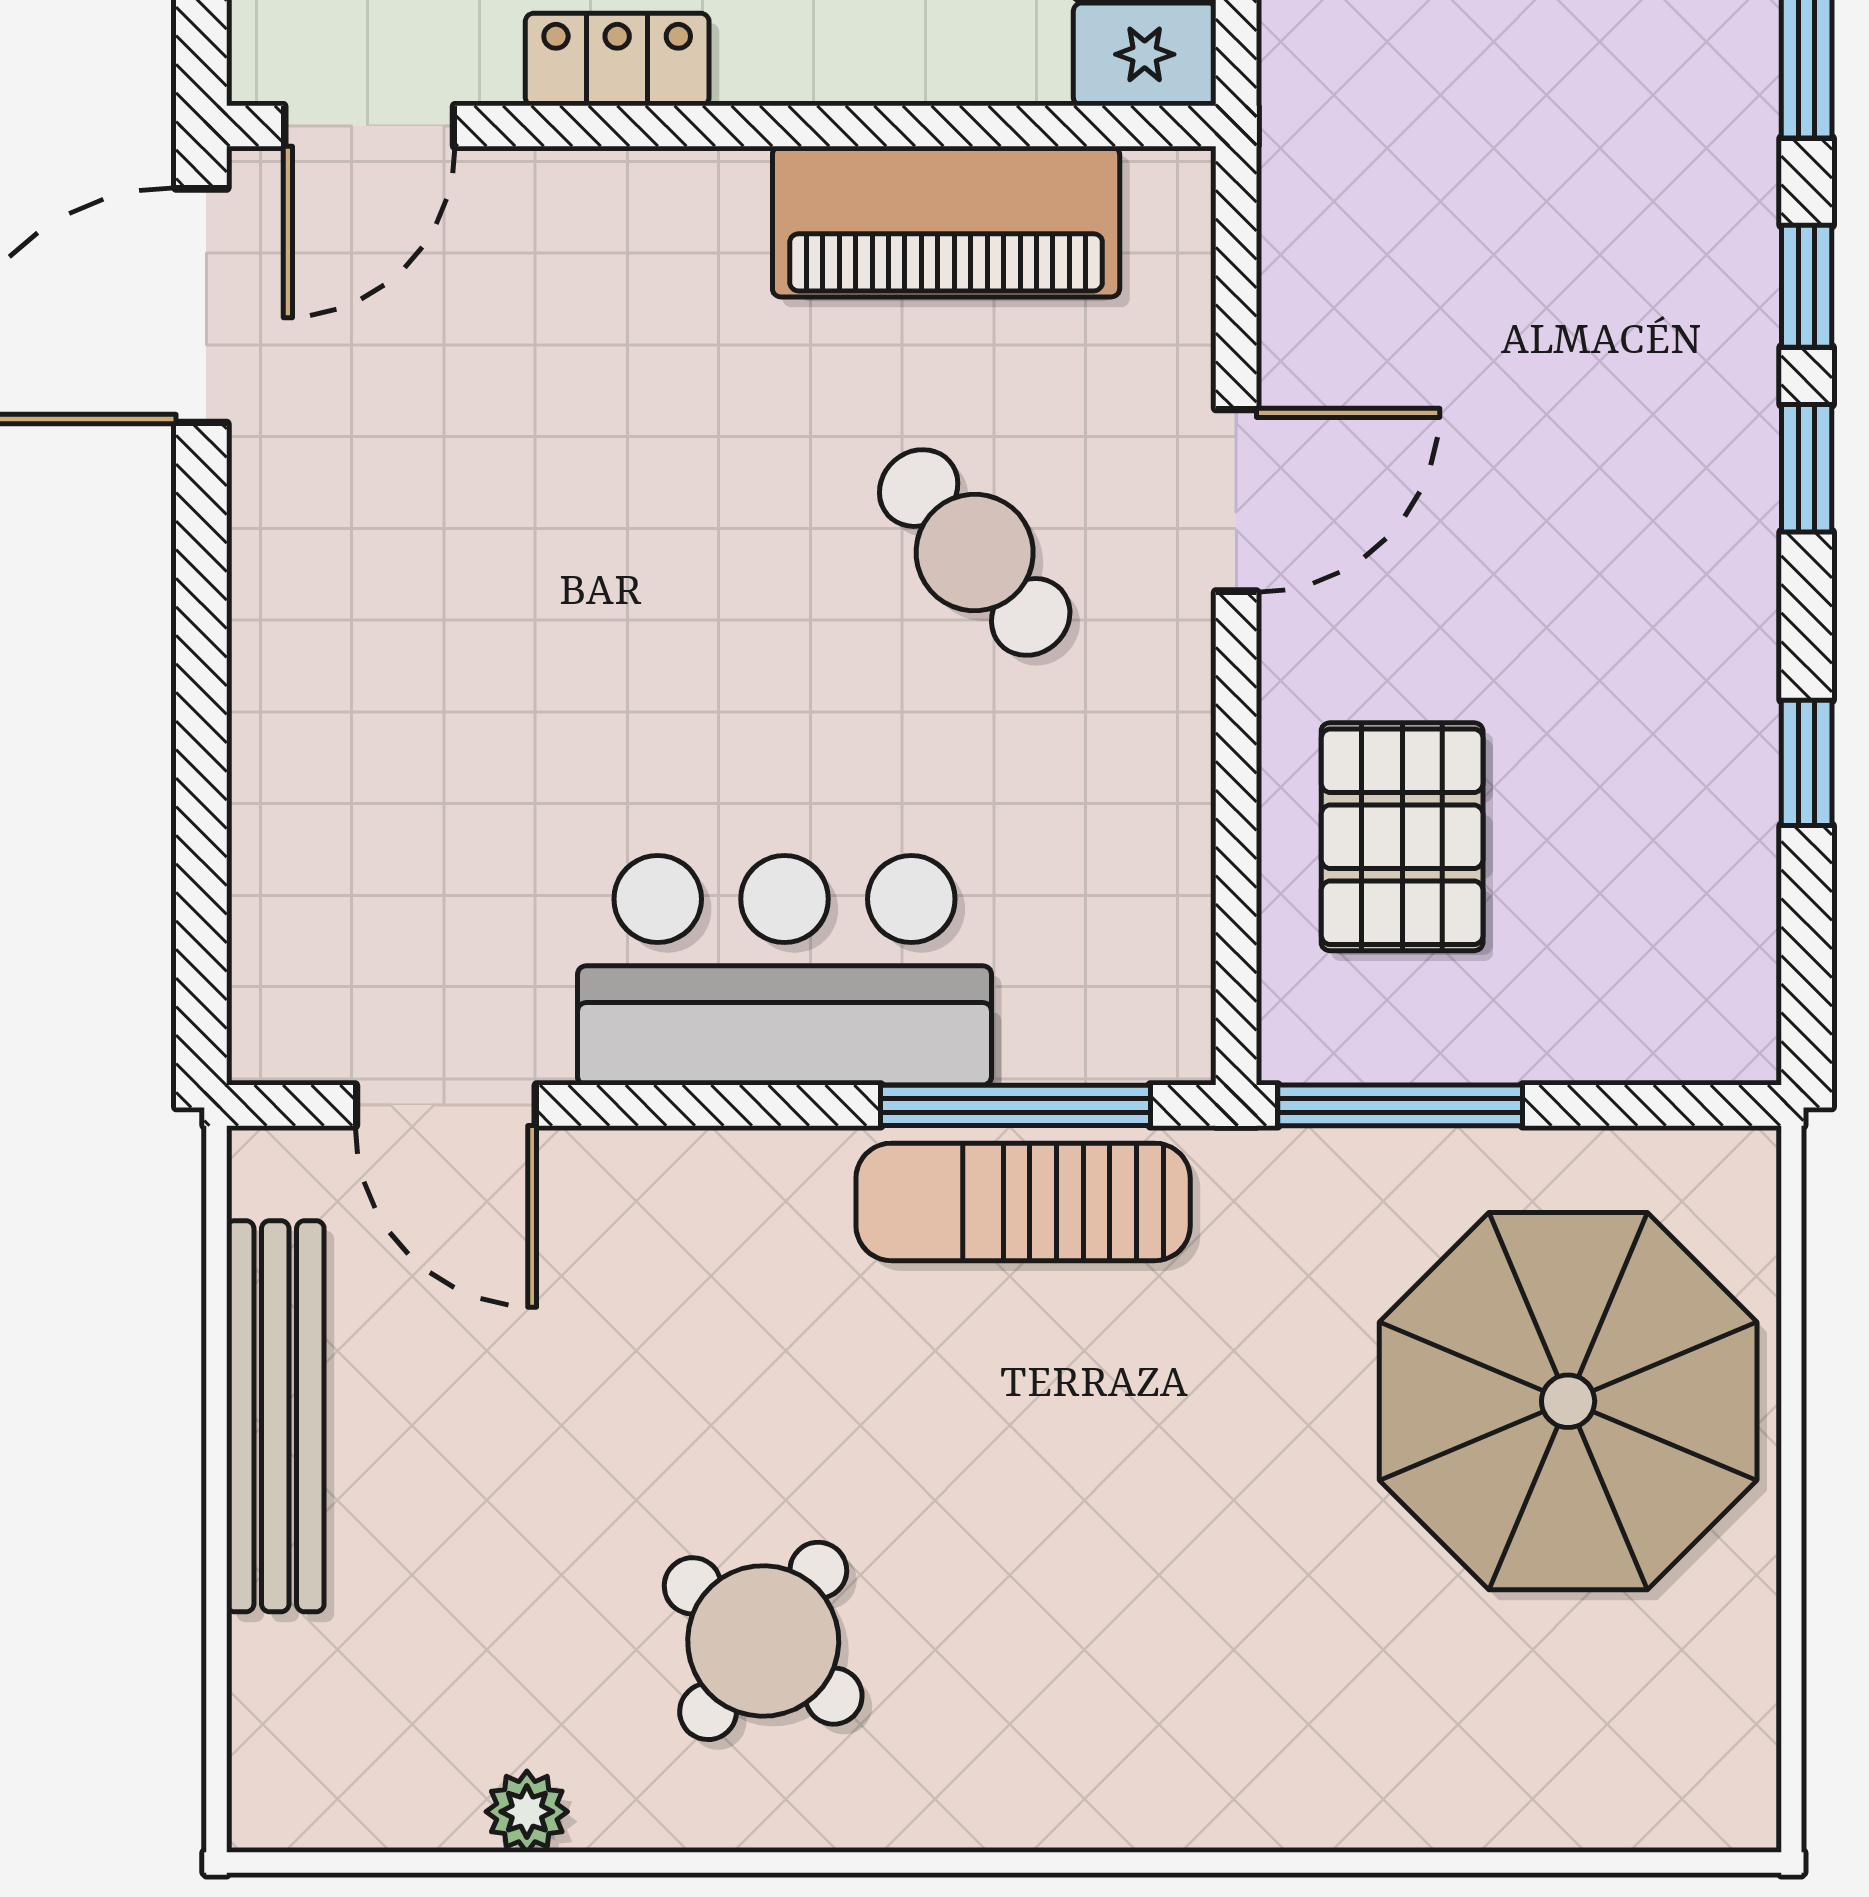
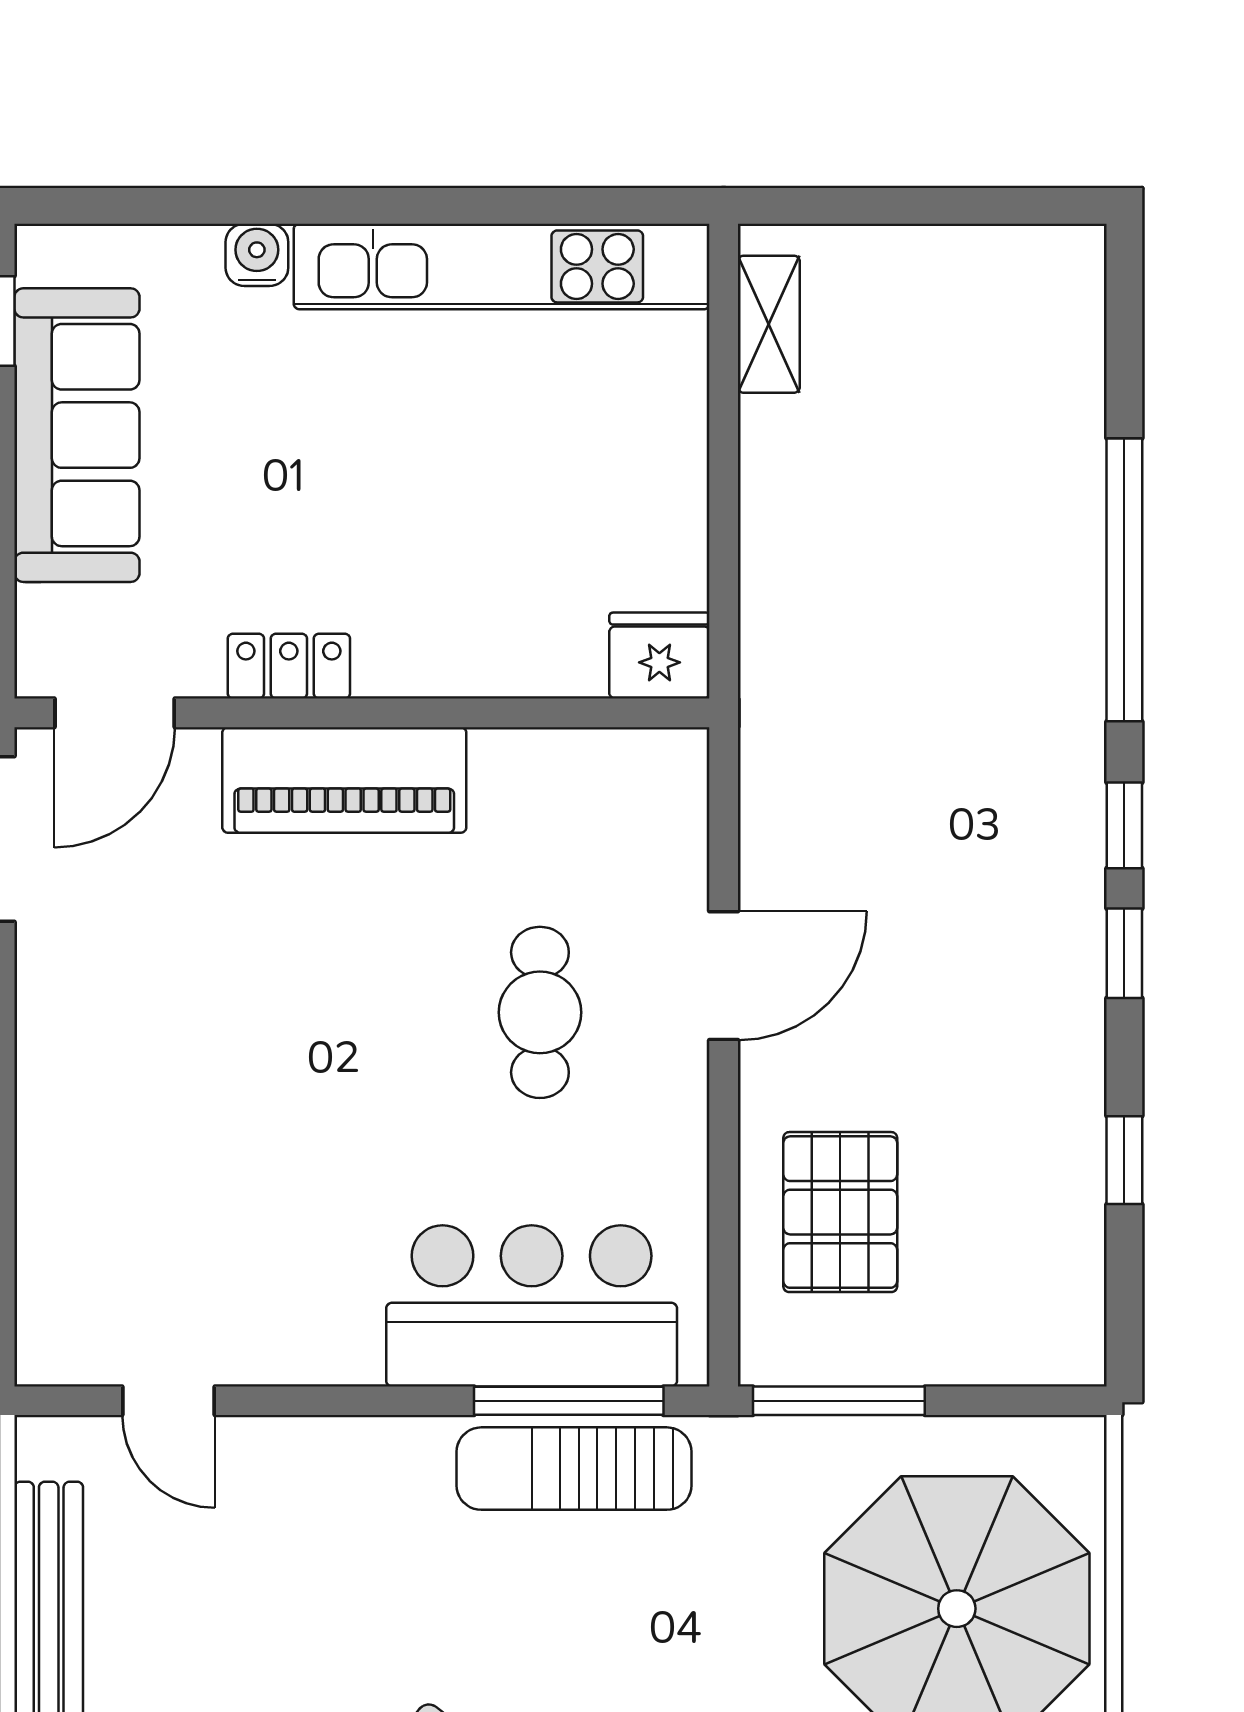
piano: (946, 222) -> (344, 780), moved
cafe table: (975, 552) -> (540, 1012), turned 41
bar counter: (784, 970) -> (532, 1306), moved
door: (446, 1105) -> (169, 1401), width x0.73

